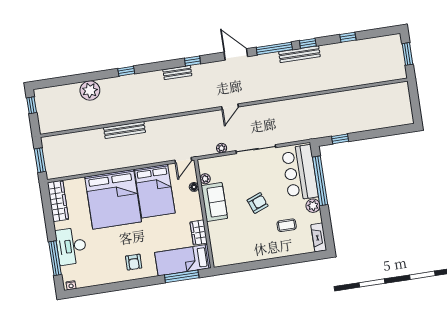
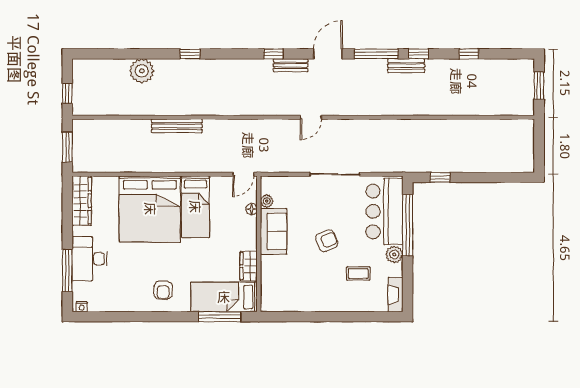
door: (236, 54) -> (328, 54), hinge flipped
bench: (299, 54) -> (406, 66), width x0.73
bench: (177, 73) -> (291, 65), moved
window: (32, 105) -> (67, 93), moved
plant: (222, 148) -> (293, 167), removed
bed: (155, 191) -> (195, 207), width x0.67

